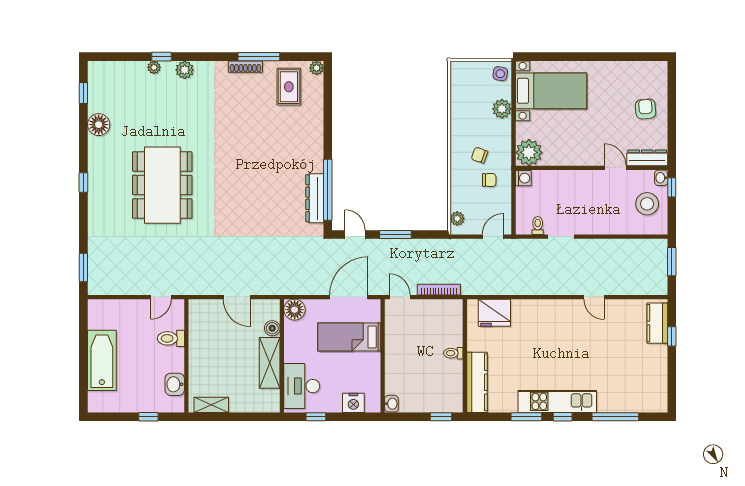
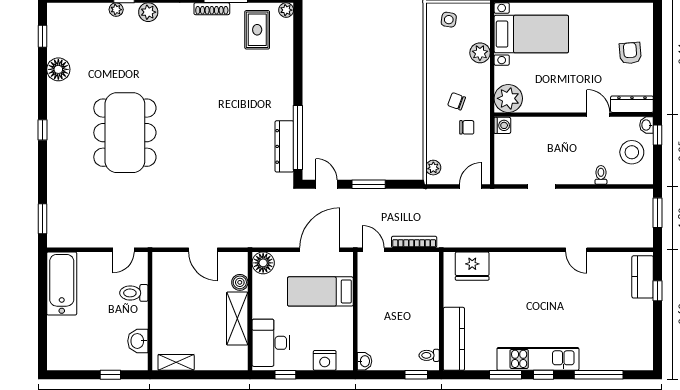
side table: (500, 74) -> (449, 20), moved
toilet: (538, 226) -> (601, 175), moved
toilet: (453, 353) -> (429, 355), moved
bathtub: (102, 360) -> (62, 283), moved

